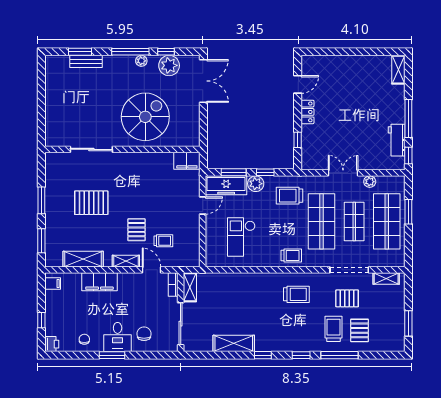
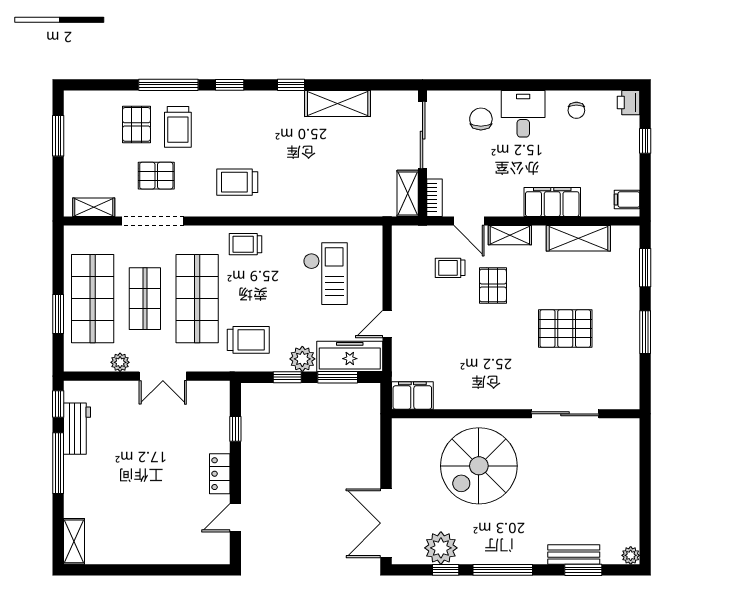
plant: (141, 61) -> (631, 555), moved
chair: (144, 334) -> (481, 119), turned 180
window: (112, 355) -> (532, 85), removed

